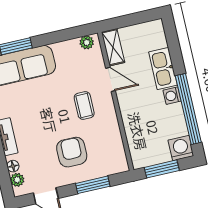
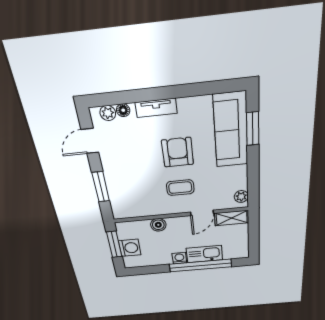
window: (188, 109) -> (200, 265), moved
boiler: (131, 123) -> (158, 225), added
washing machine: (181, 148) -> (130, 248), moved
armchair: (72, 152) -> (178, 152), moved, turned -90

